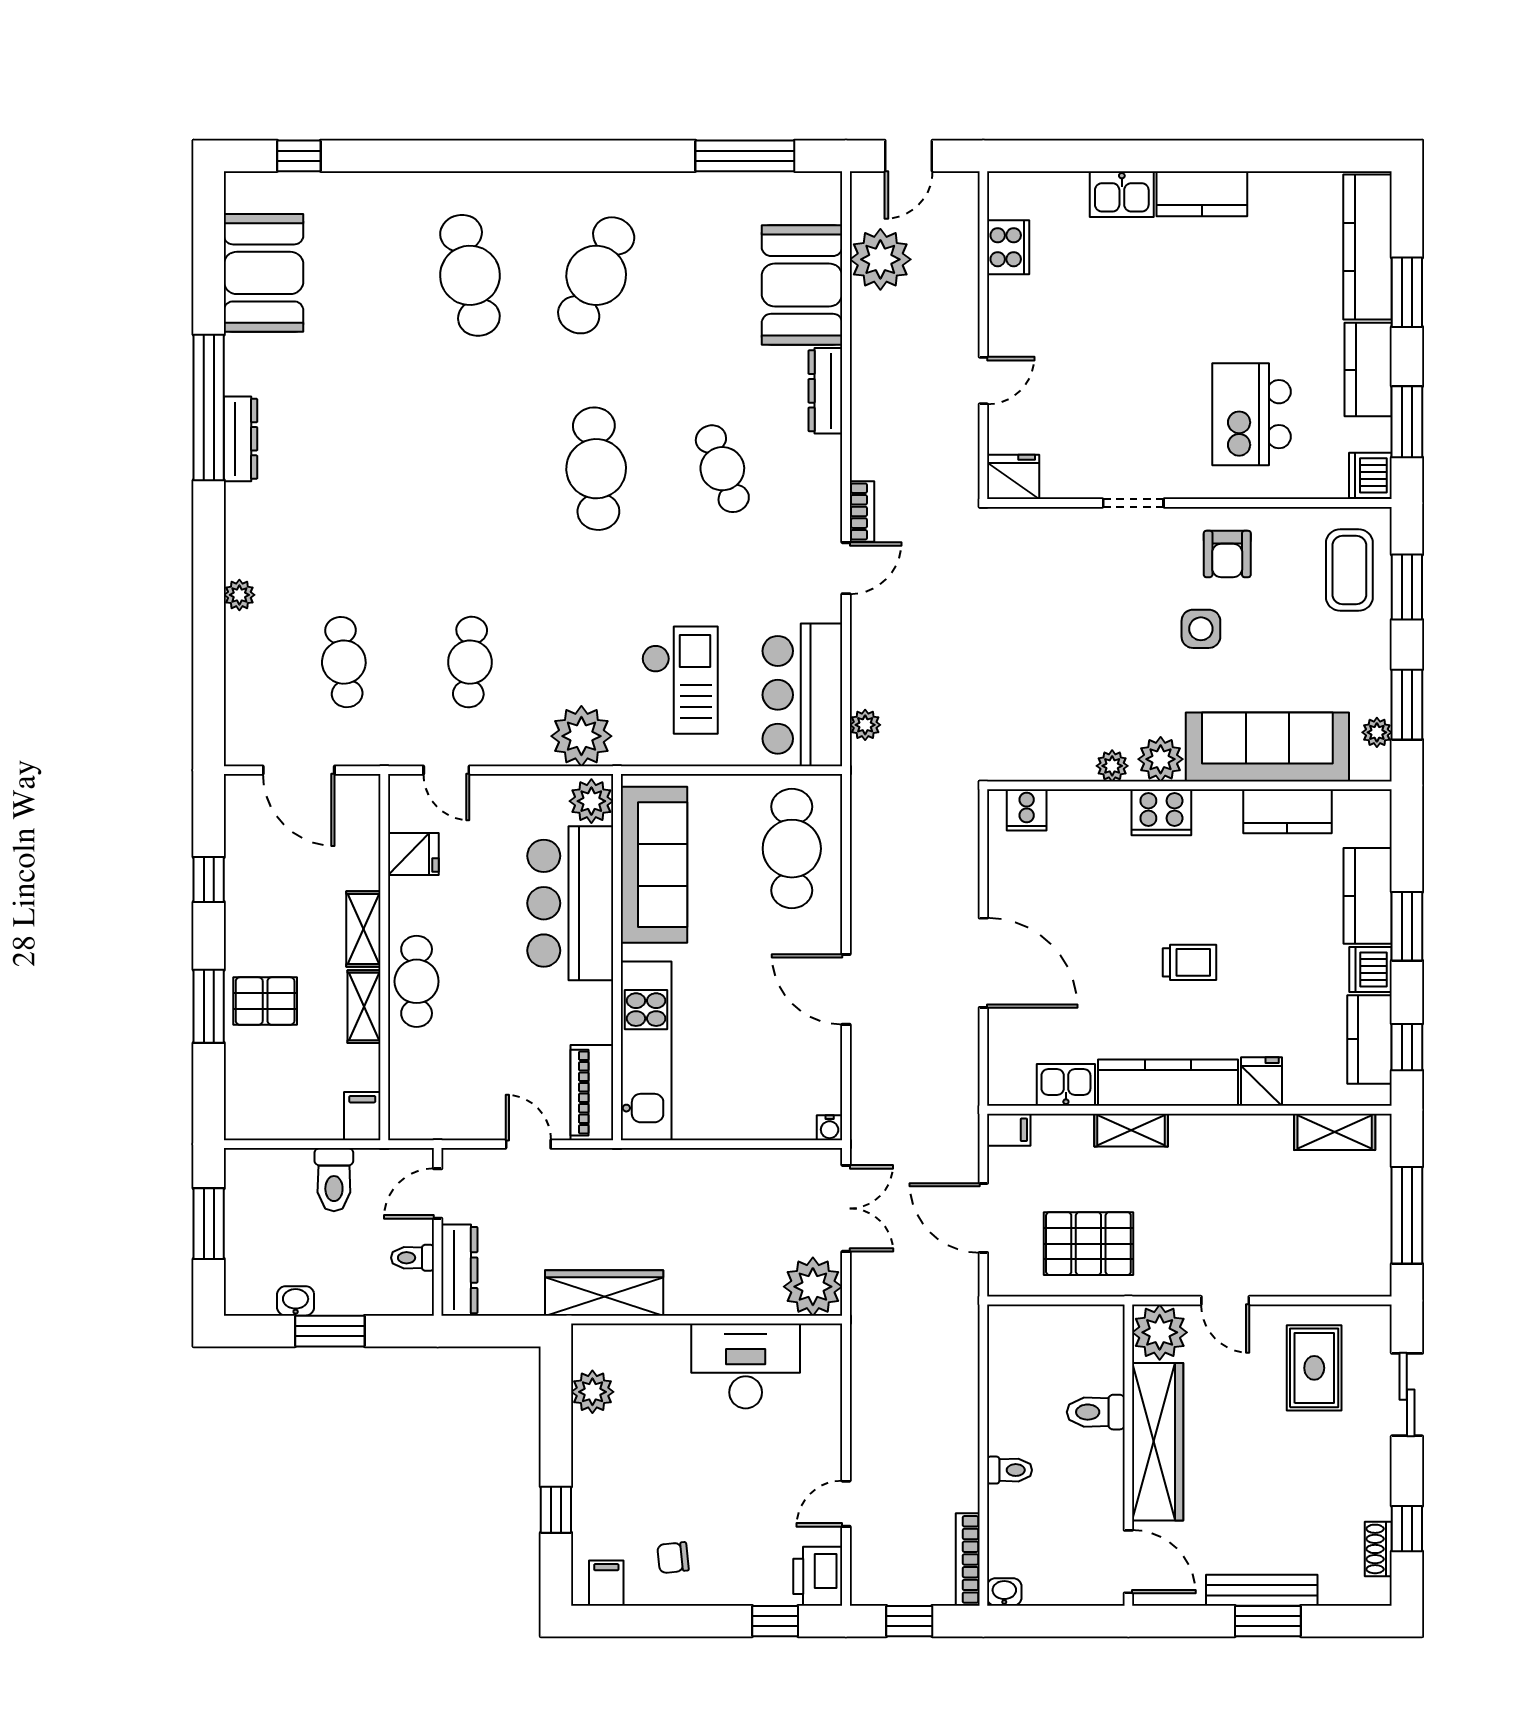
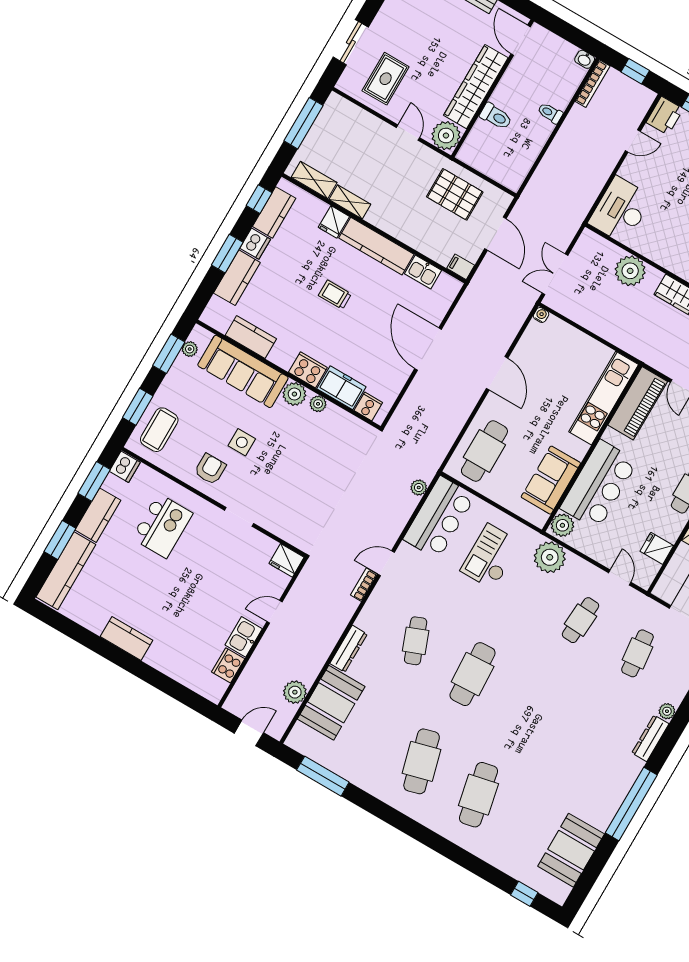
kitchen sink: (1122, 194) -> (244, 637), moved, turned -90
plant: (880, 259) -> (295, 692), width x0.73, depth x0.73
cafe table: (596, 275) -> (422, 761), turned -39
dresser: (241, 439) -> (650, 738), moved
freezer: (1089, 815) -> (341, 388), added
sofa: (654, 865) -> (551, 480), width x0.73
piano: (592, 1093) -> (638, 403), width x1.37, depth x1.33
shelving: (1131, 1130) -> (350, 202), moved
plant: (813, 1287) -> (630, 271), moved
desk: (746, 1366) -> (620, 210), moved, turned 90

